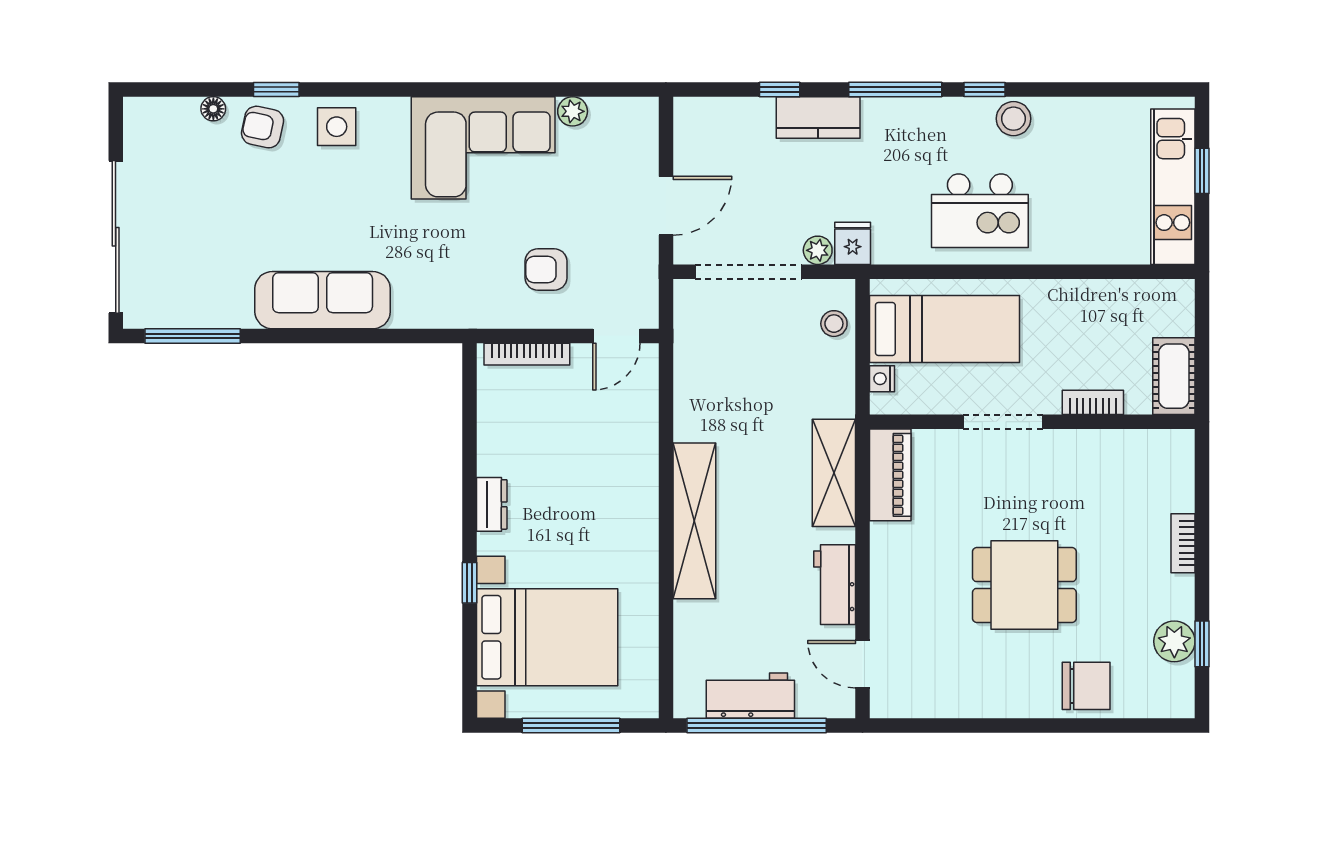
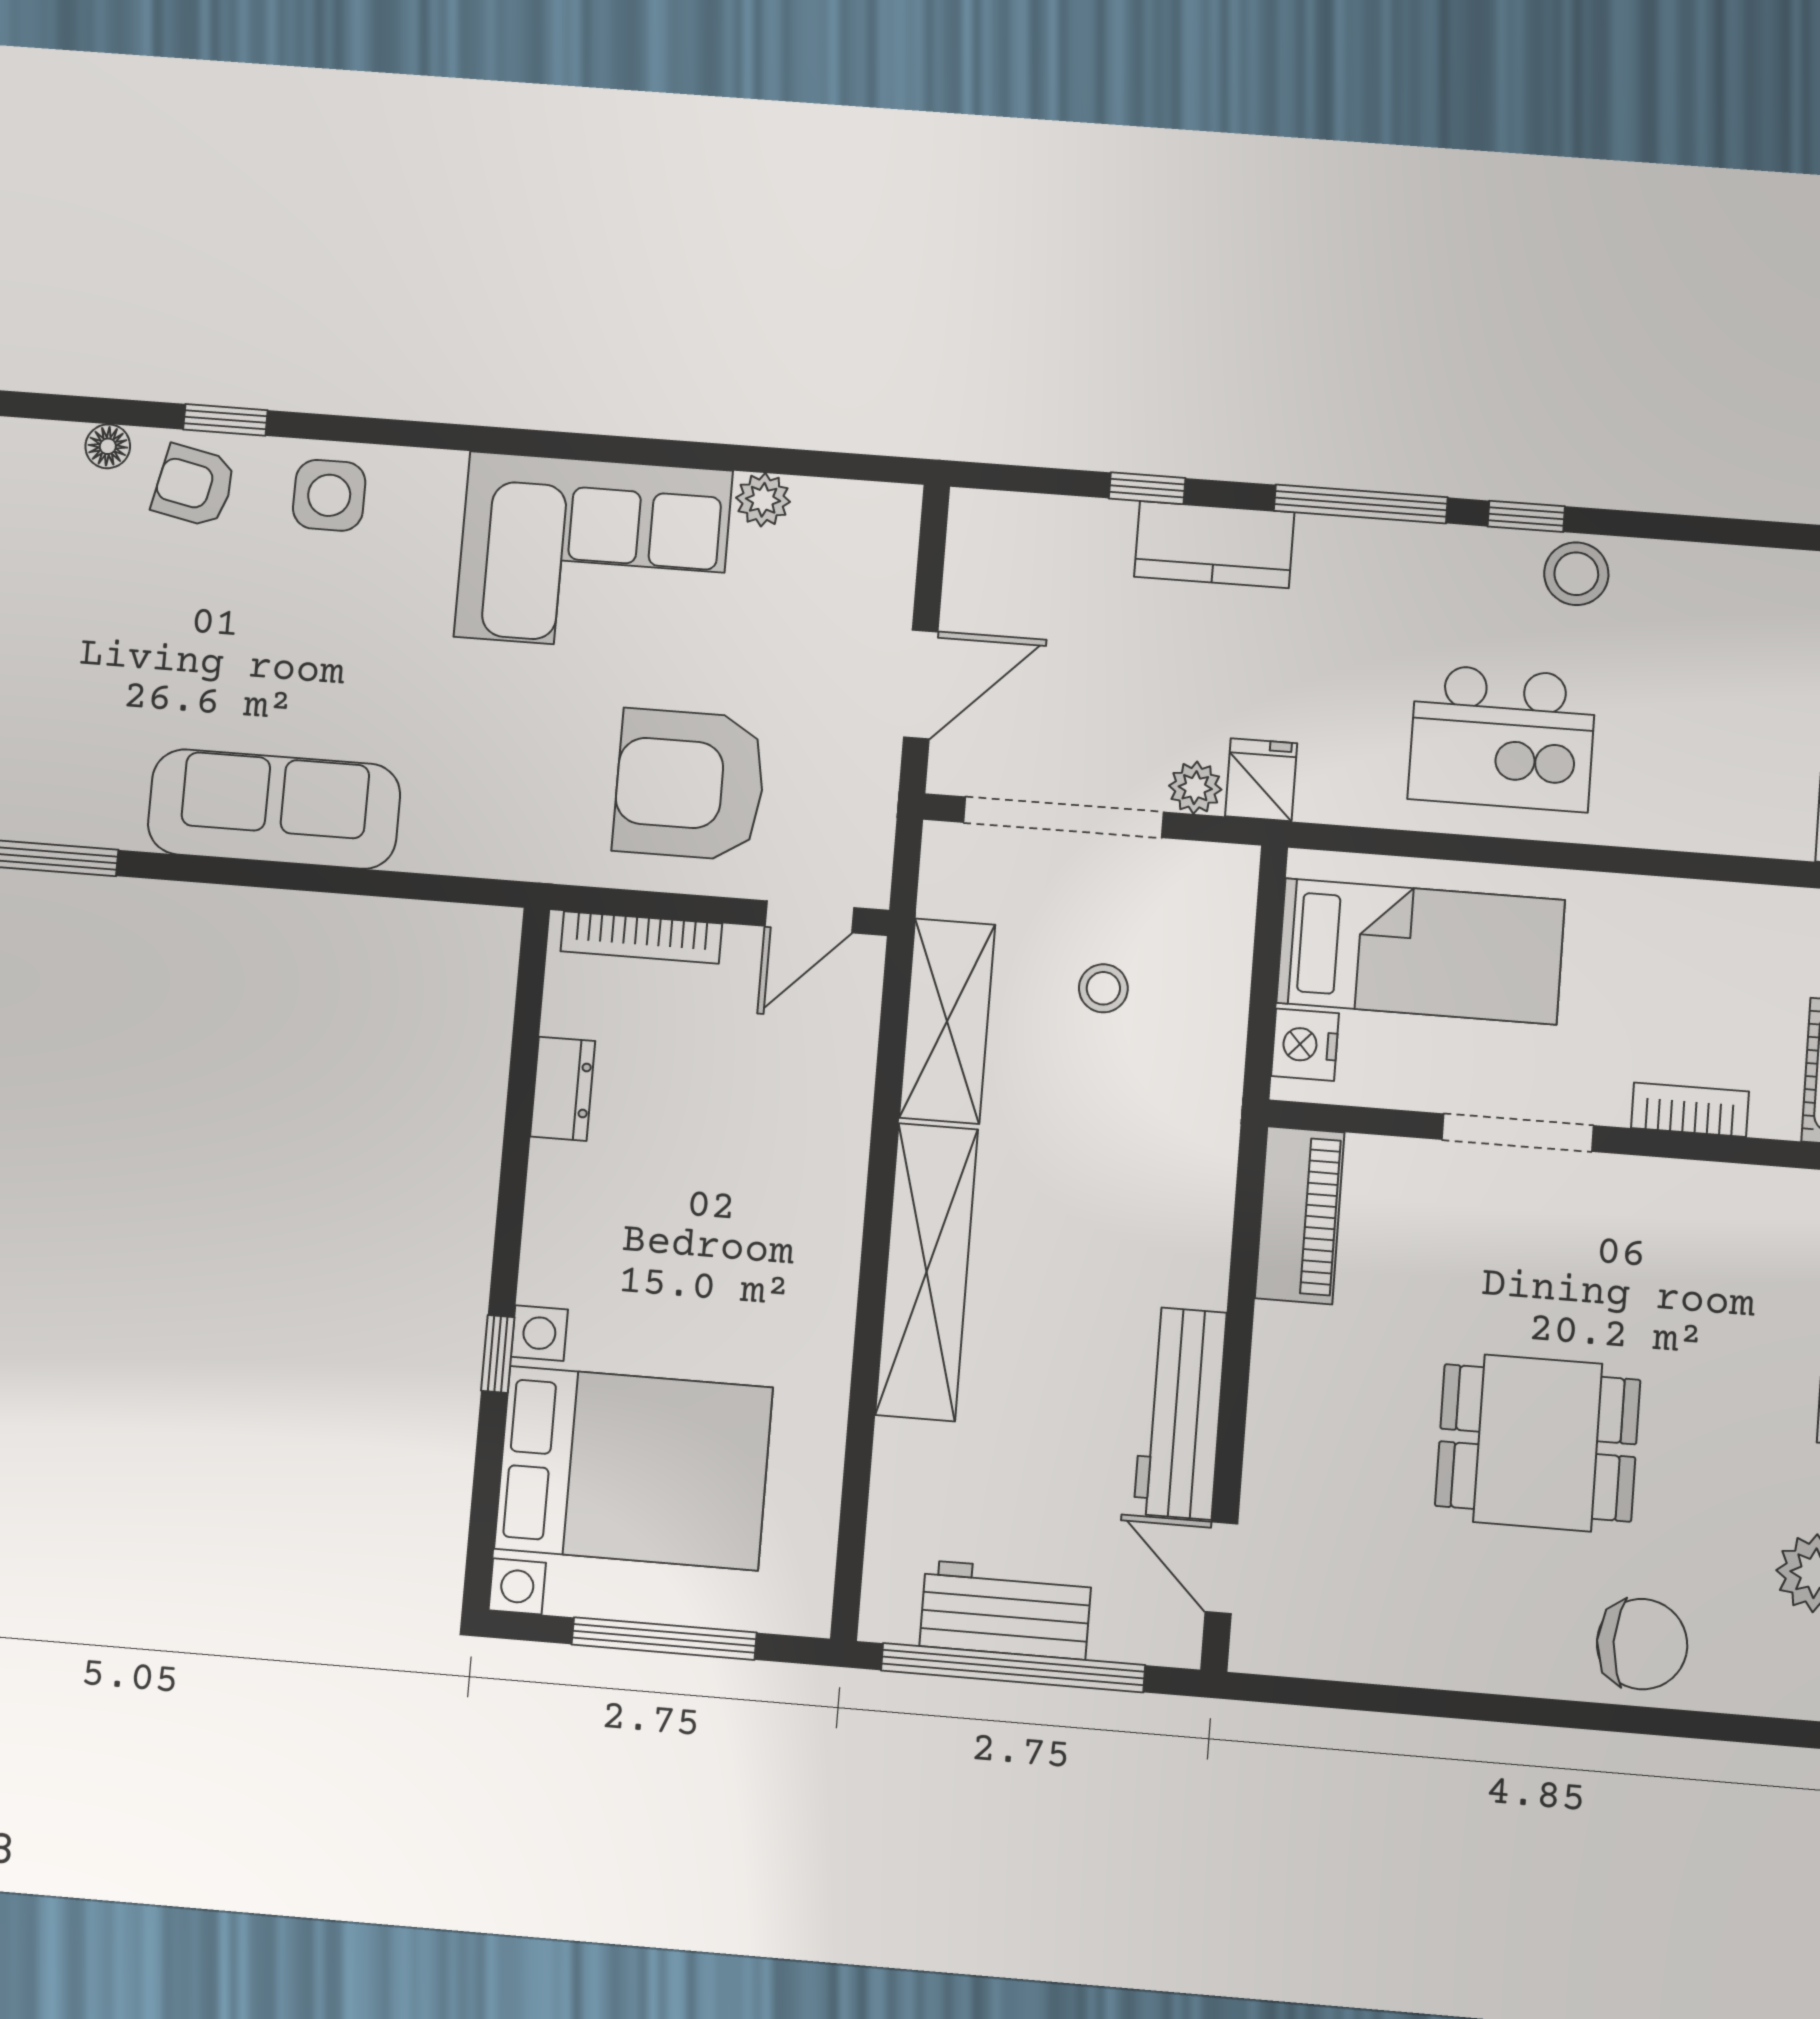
armchair: (546, 270) -> (690, 785), width x1.88, depth x1.88
stool: (834, 324) -> (1103, 988), moved
nightstand: (882, 379) -> (1305, 1045), width x1.39, depth x1.35
shelving: (834, 473) -> (947, 1021), moved
dresser: (492, 504) -> (563, 1089), moved
workbench: (835, 585) -> (1180, 1413), width x1.37

